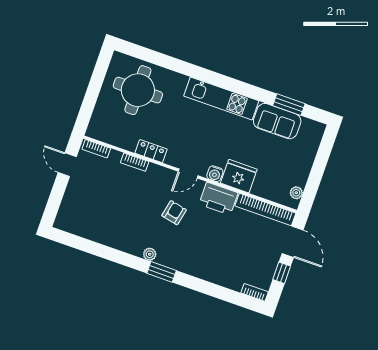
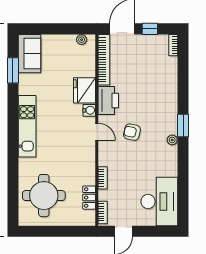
sofa: (277, 121) -> (30, 54), moved
locker: (151, 151) -> (89, 198), moved
desk: (86, 216) -> (159, 201), added

